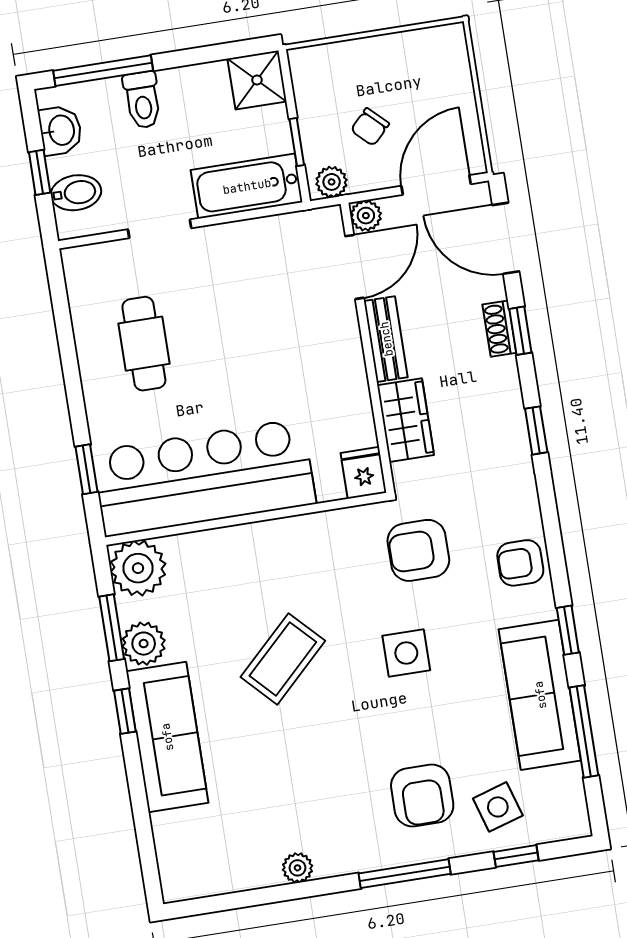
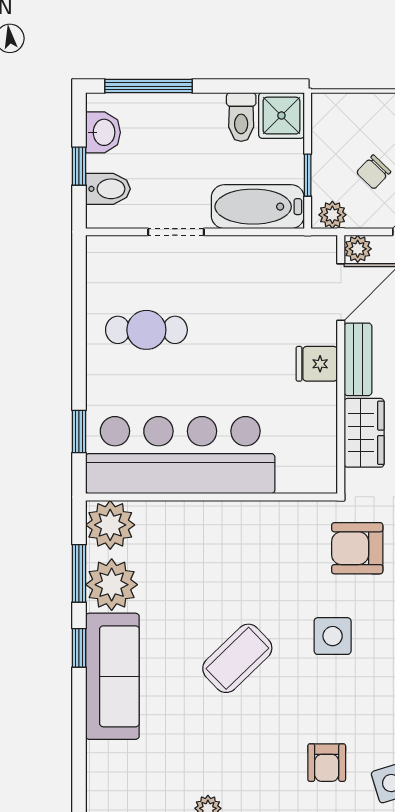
toilet: (142, 100) -> (241, 117), moved
cafe table: (144, 344) -> (146, 330), turned 90
fridge: (364, 473) -> (317, 364), moved, turned -90
plant: (144, 644) -> (112, 585), width x1.36, depth x1.36
coffee table: (283, 659) -> (237, 658), moved
armchair: (422, 796) -> (327, 763), width x0.72, depth x0.72

